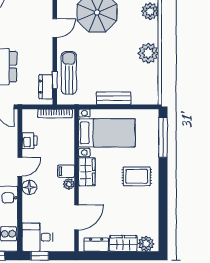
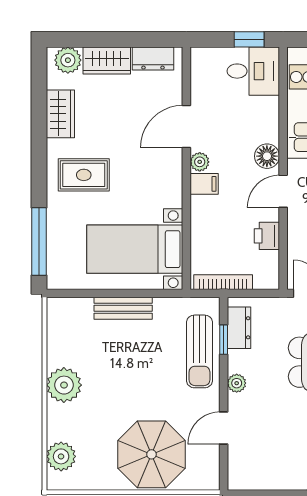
plant: (47, 54) -> (237, 383), added
wardrobe: (87, 172) -> (60, 114), moved, turned 180
door: (77, 217) -> (186, 127), moved

